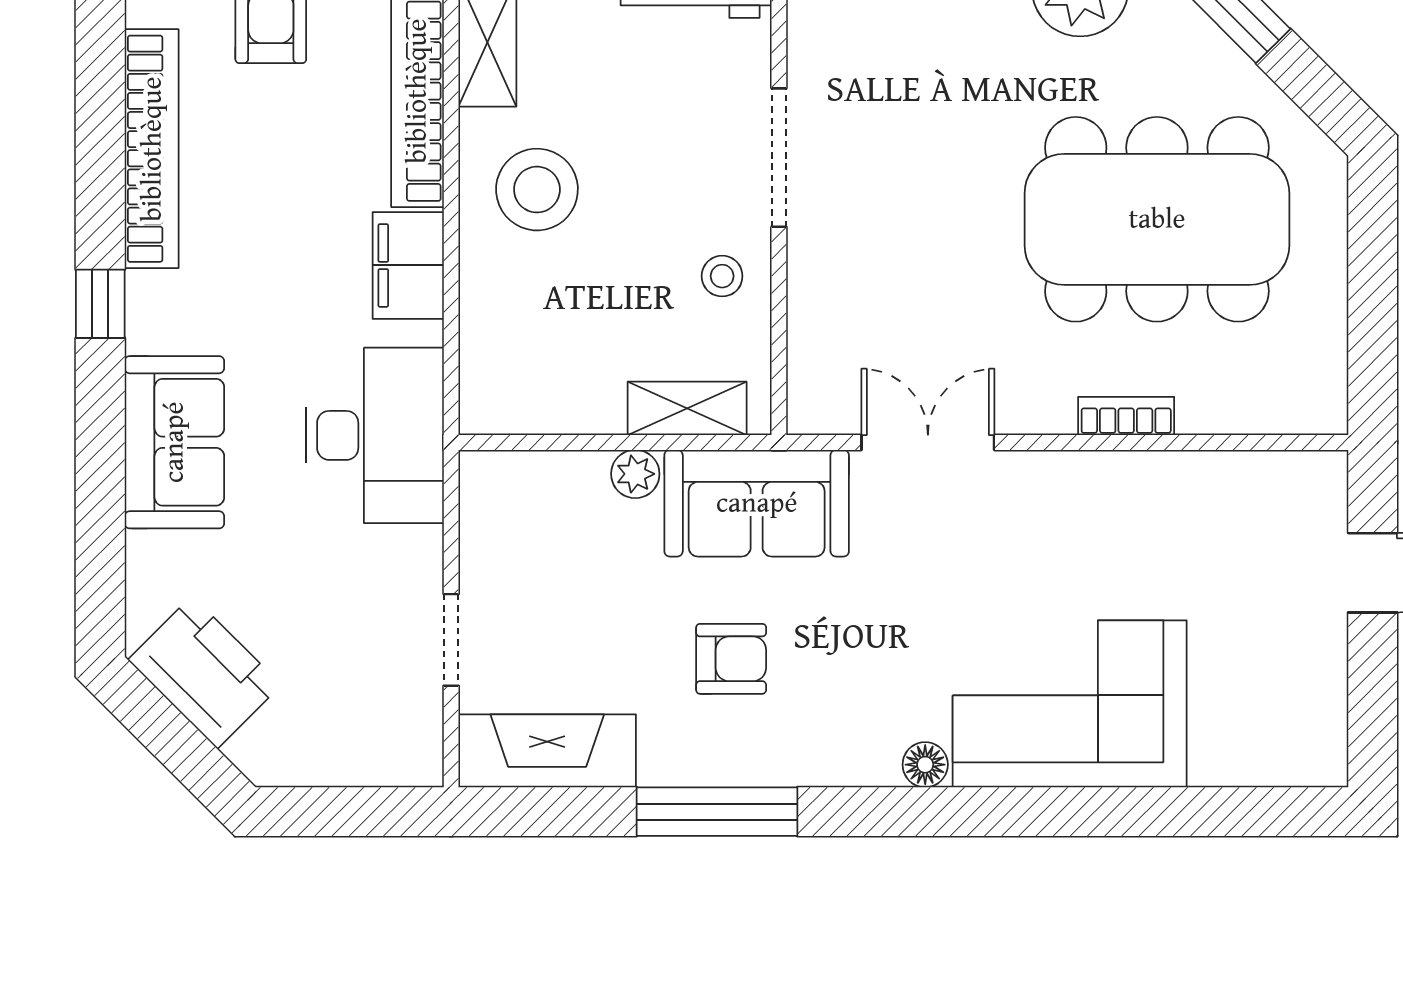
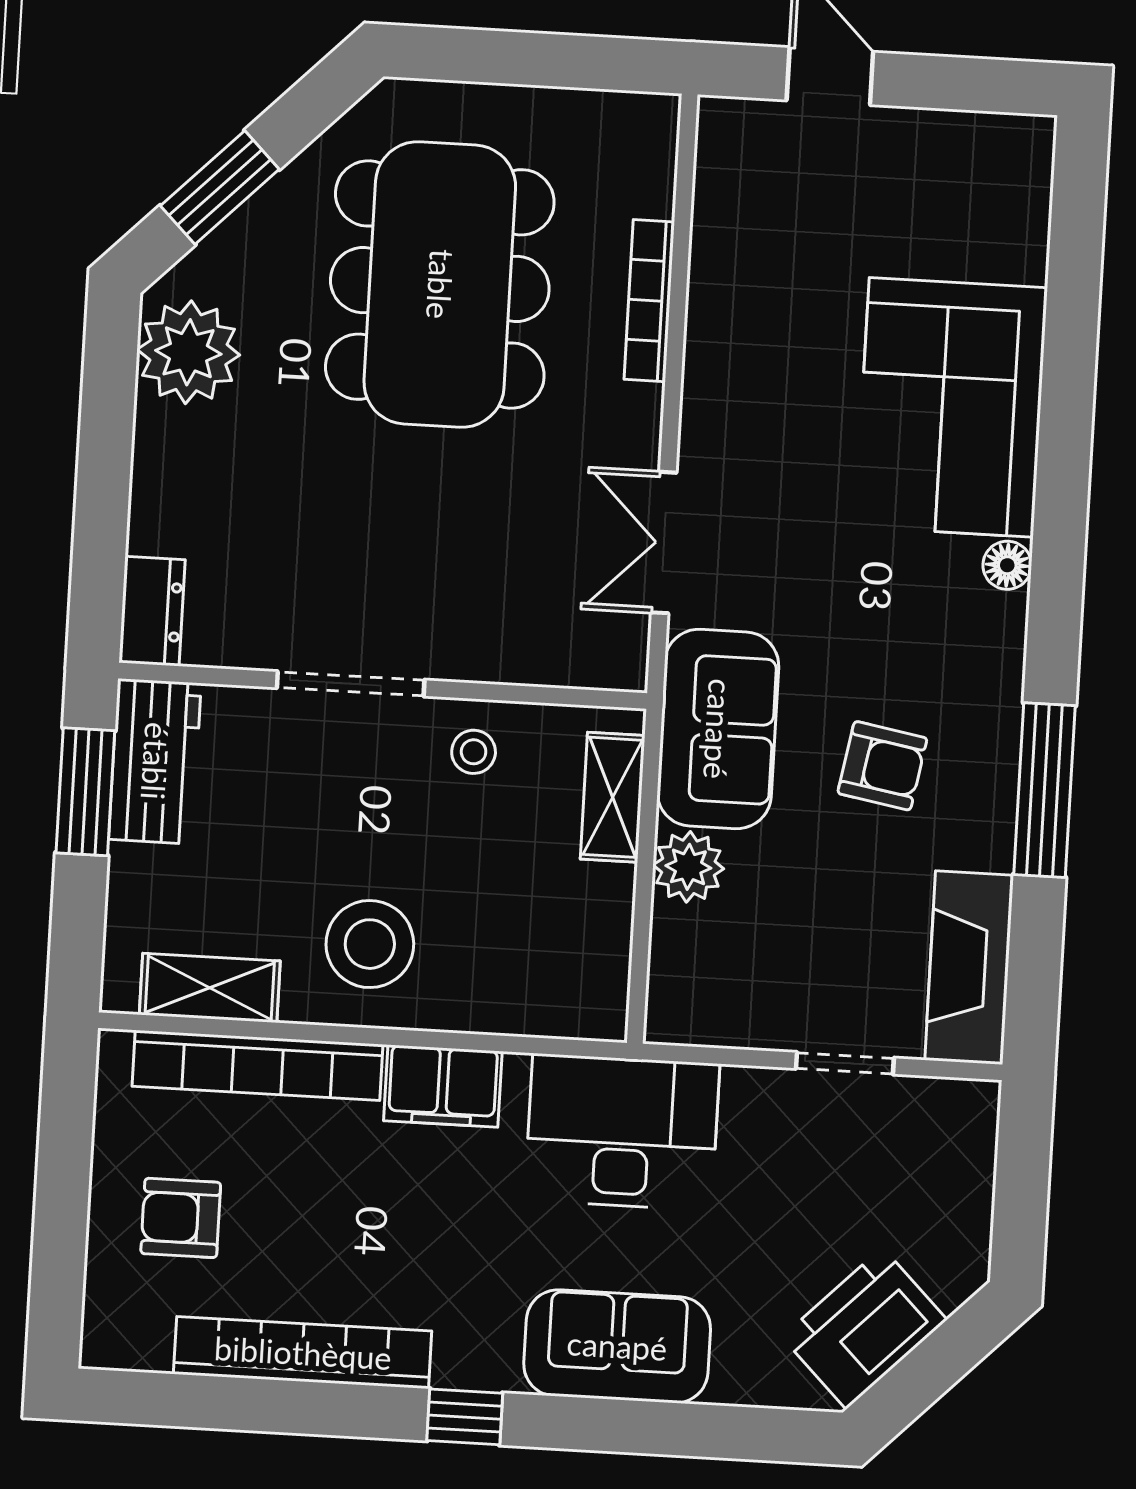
bookcase: (1126, 416) -> (649, 301), width x1.56
plant: (635, 474) -> (688, 867), width x1.38, depth x1.38
armchair: (731, 659) -> (882, 766), turned 100

